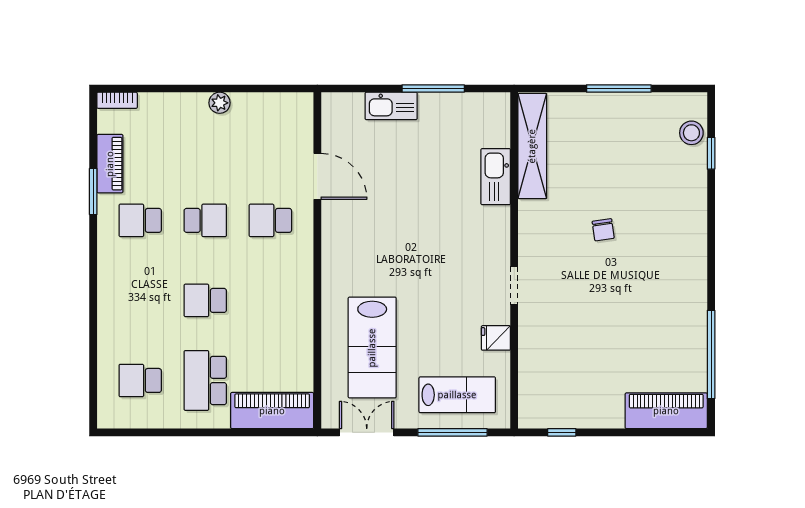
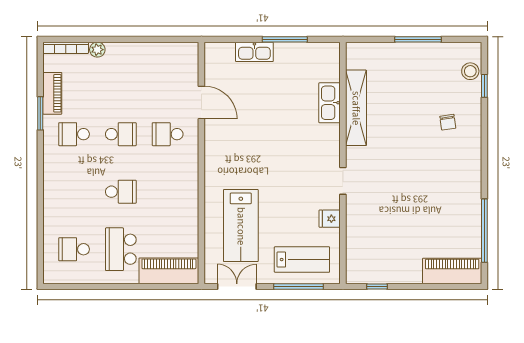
bookcase: (117, 100) -> (66, 48), width x1.56
plant: (220, 103) -> (97, 50), moved
shelving: (532, 146) -> (356, 108), moved
chair: (603, 230) -> (448, 122), moved
school desk: (205, 300) -> (121, 192), turned 180

